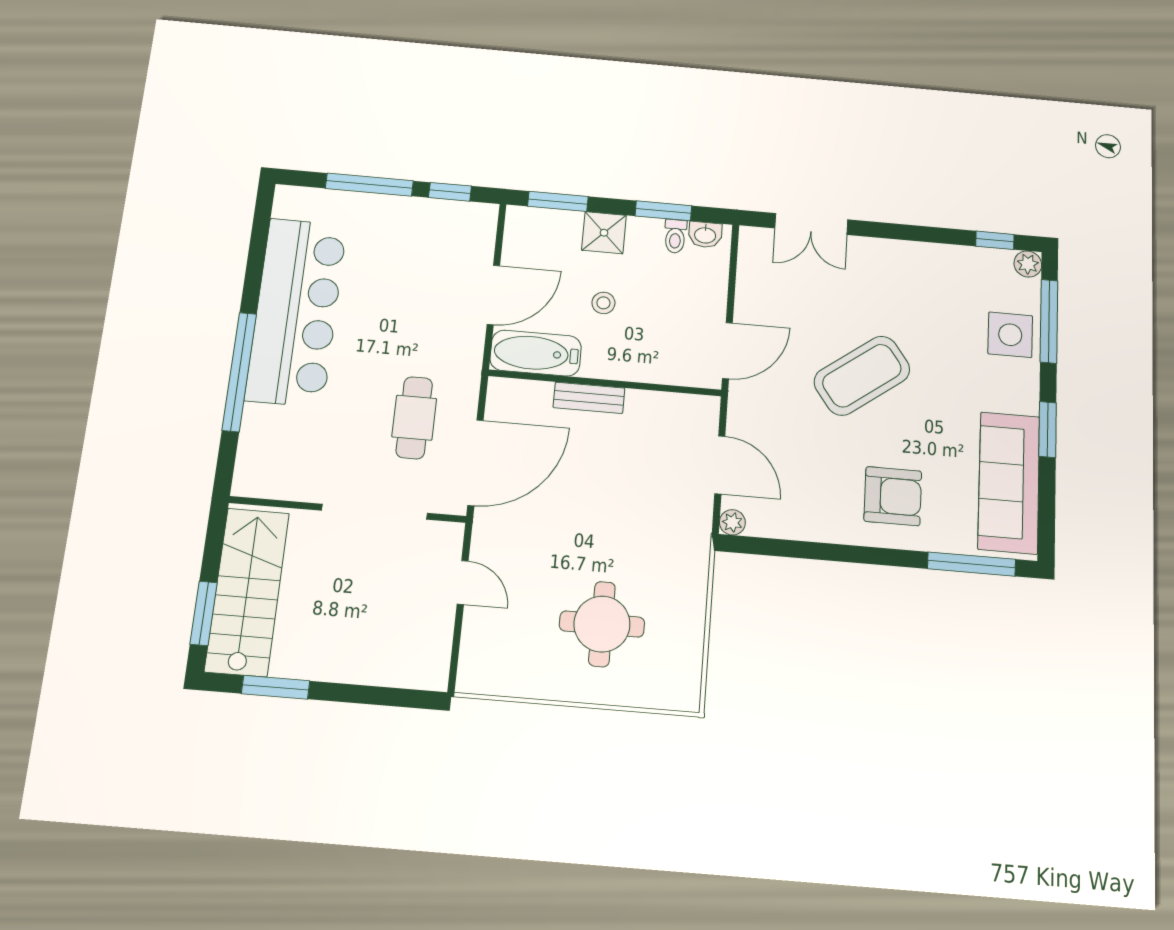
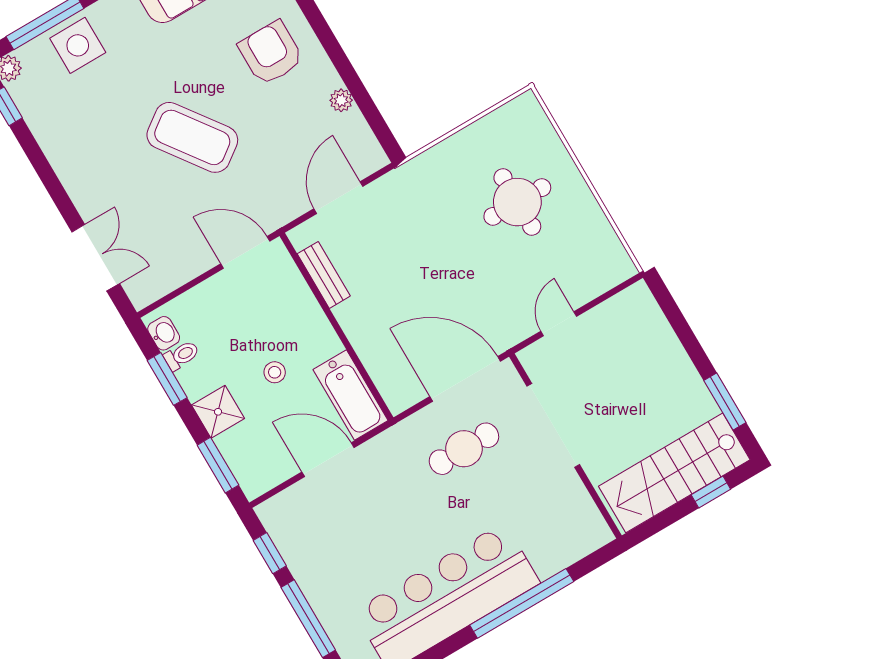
bench: (589, 398) -> (324, 275), moved
plant: (732, 522) -> (341, 100), moved
window: (204, 613) -> (711, 492), width x0.67

